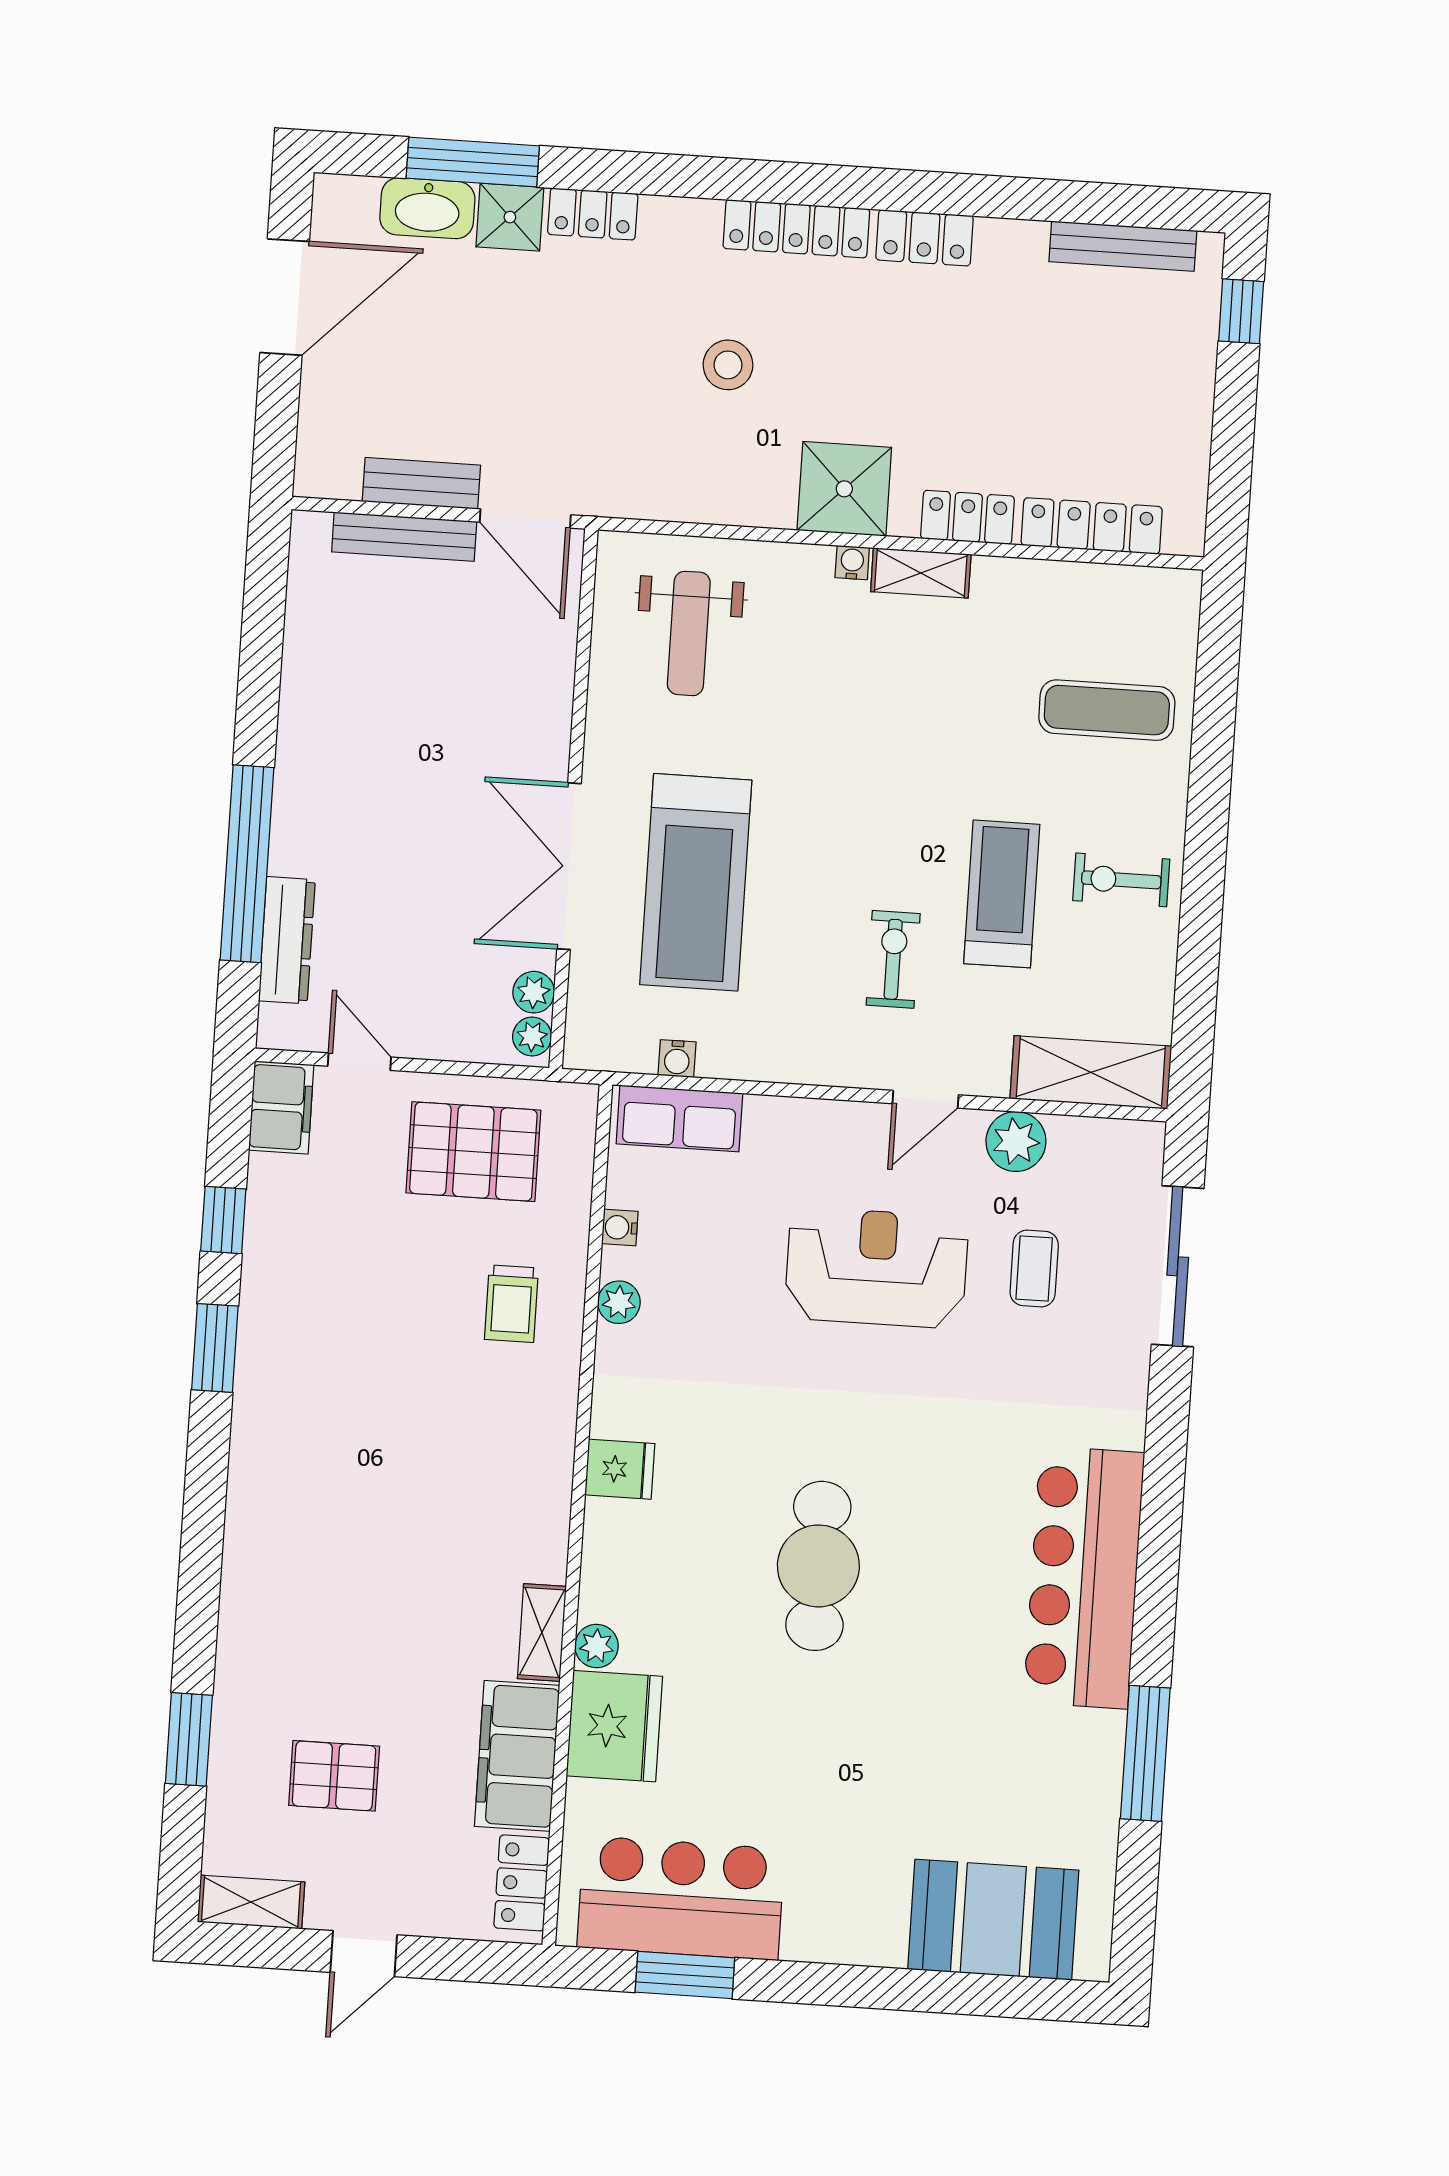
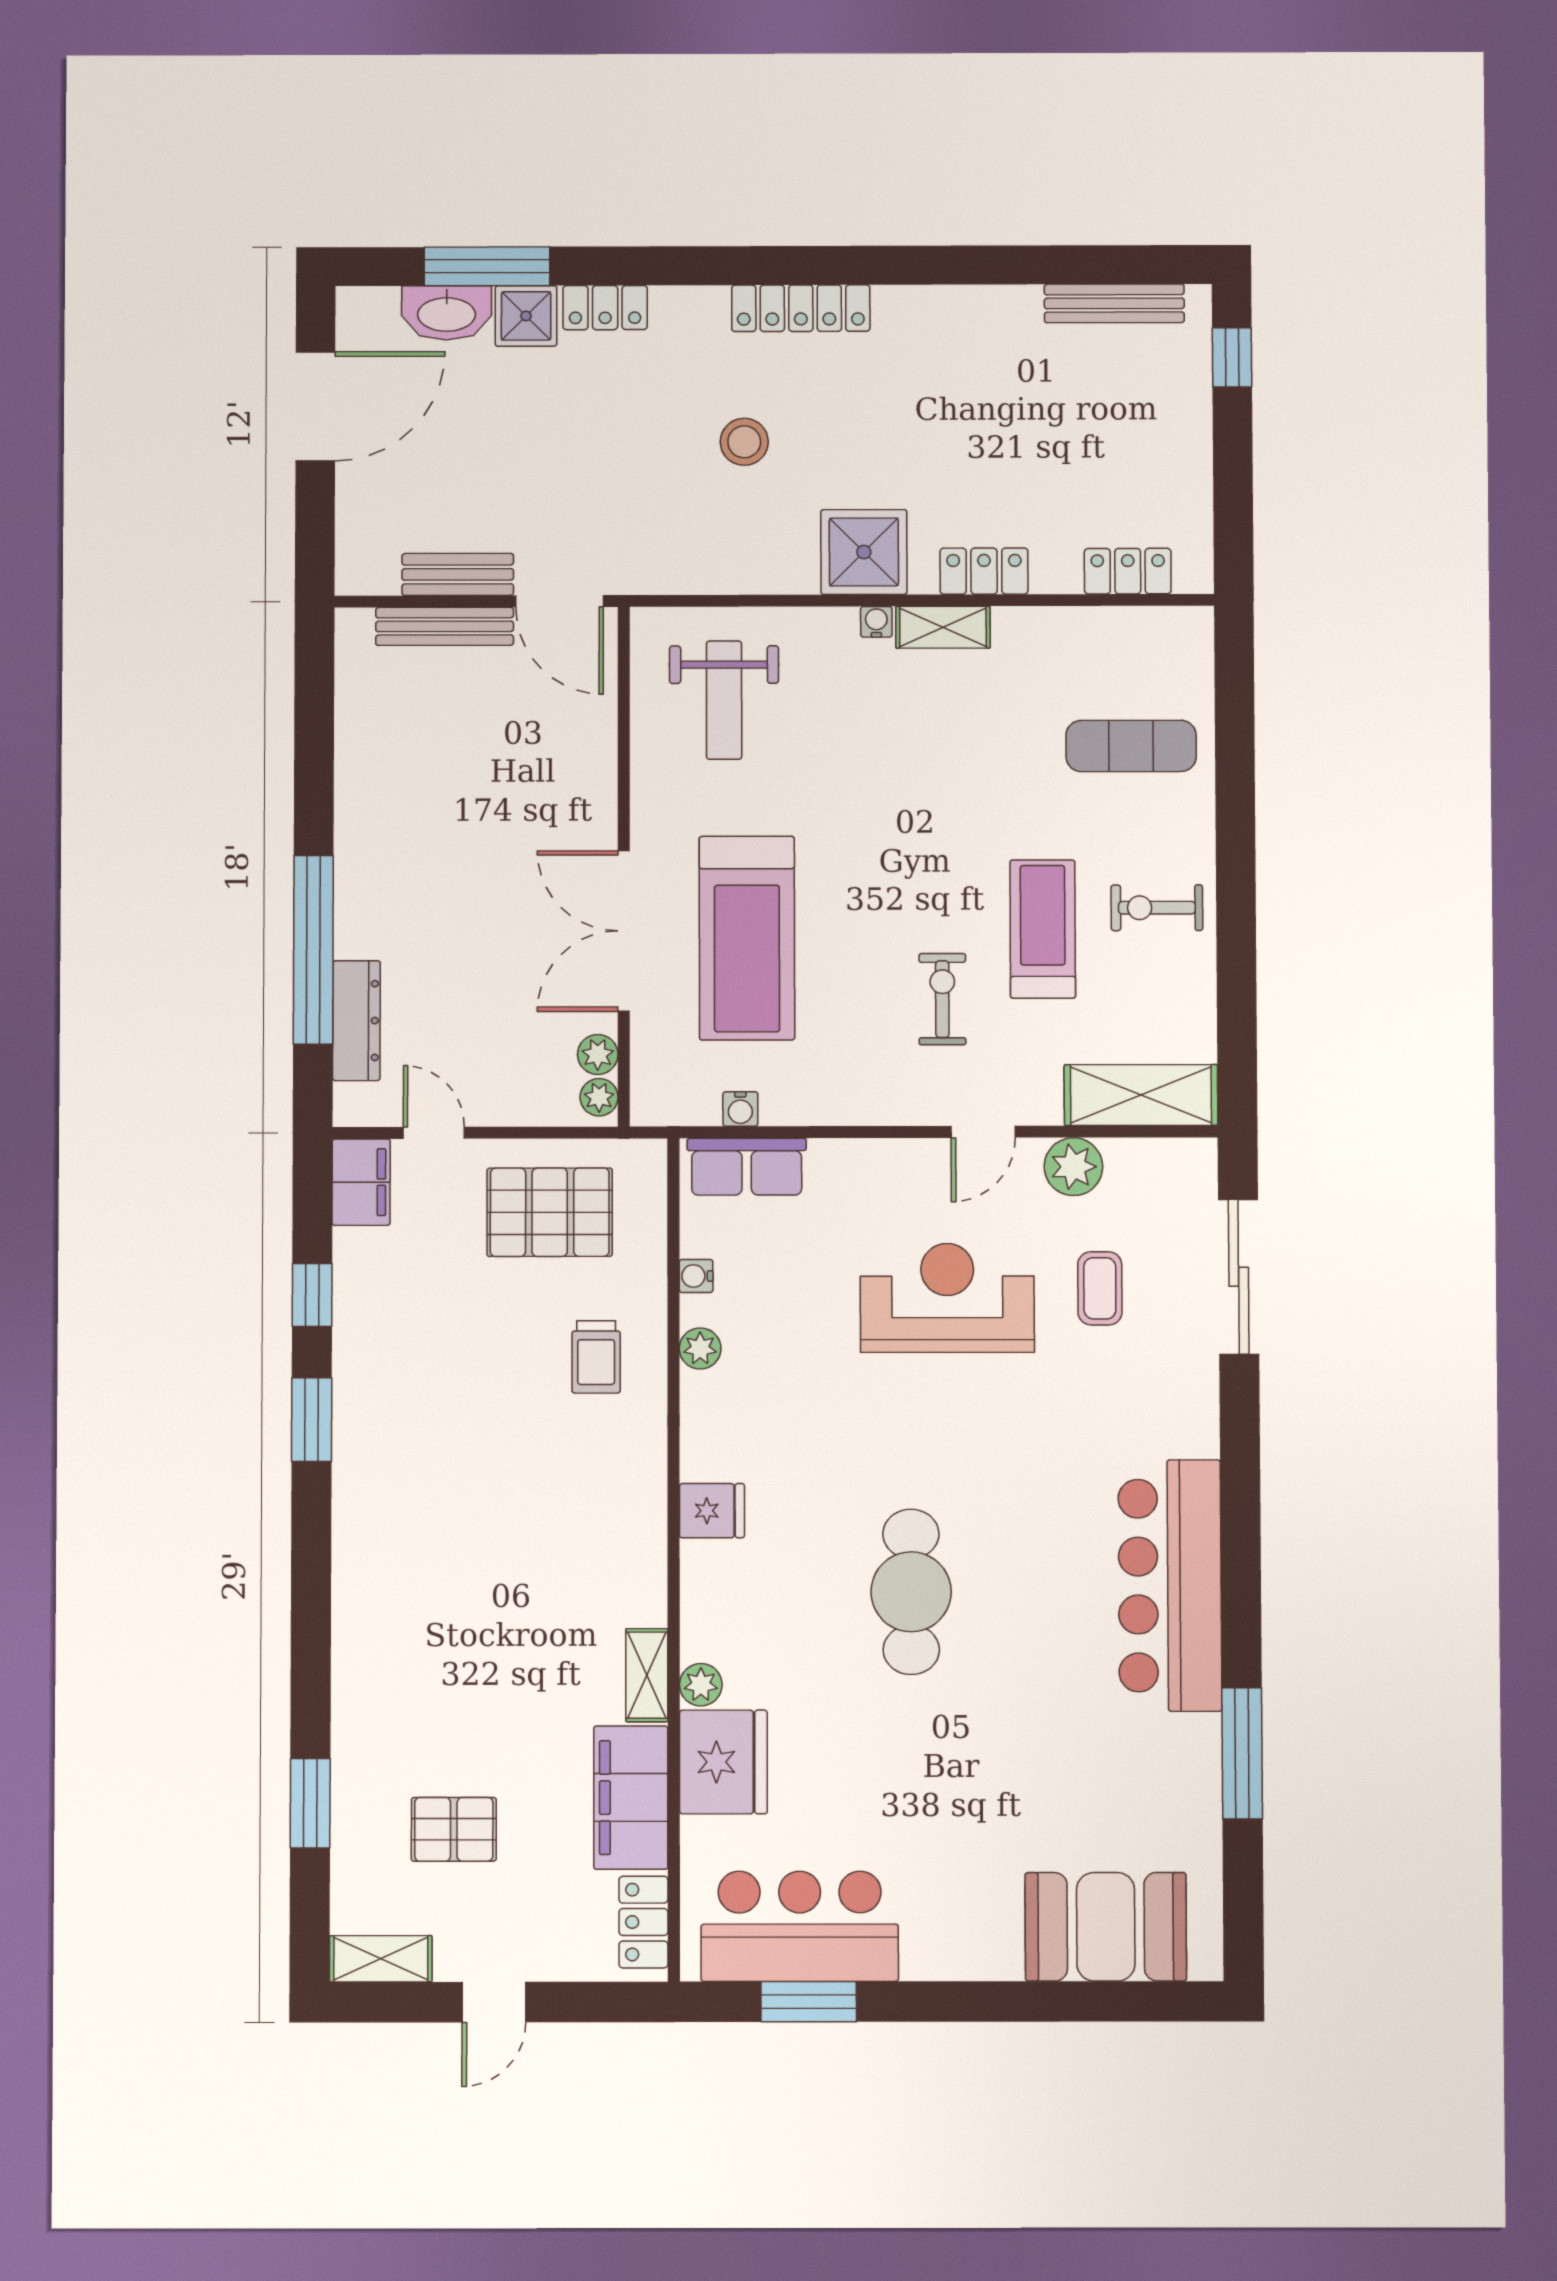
locker: (924, 238) -> (924, 309), removed
locker: (1092, 526) -> (1128, 571), width x0.66

